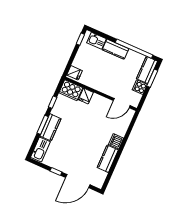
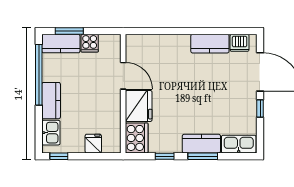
fridge: (75, 73) -> (93, 144), moved
fridge: (86, 96) -> (139, 106), width x1.88, depth x1.34
door: (122, 103) -> (123, 76), moved
dishwasher: (116, 141) -> (240, 43), moved

